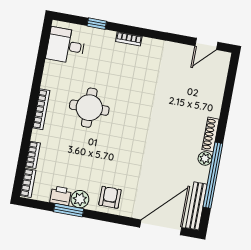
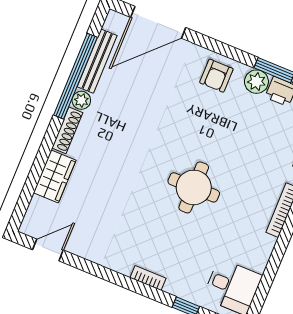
wardrobe: (213, 99) -> (55, 176), added
round table: (89, 108) -> (194, 187), moved
bench: (196, 206) -> (97, 61), moved

